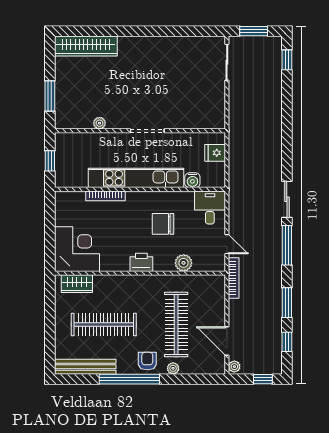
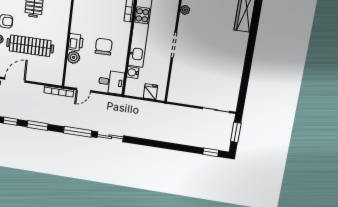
printer: (141, 262) -> (76, 42), moved

